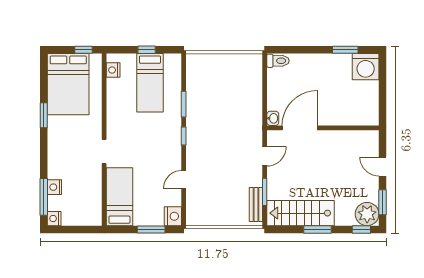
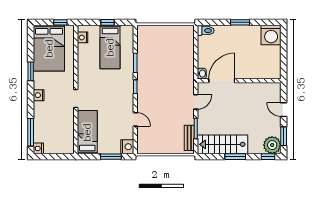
window: (345, 50) -> (240, 22), moved
door: (184, 180) -> (135, 119), swing flipped
nightstand: (54, 187) -> (39, 95), moved

